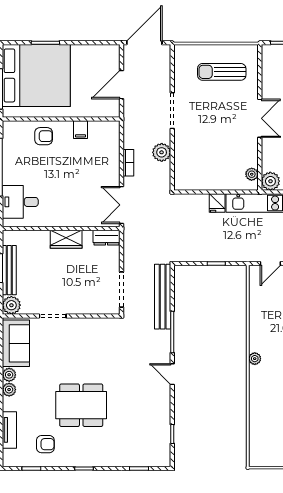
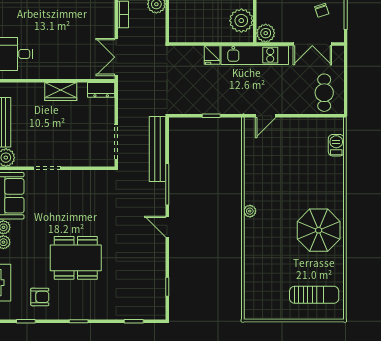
plant: (252, 174) -> (241, 21), width x1.87, depth x1.87

